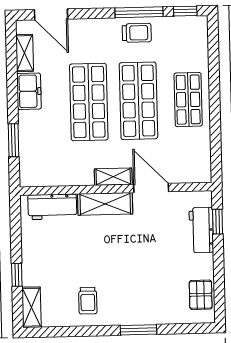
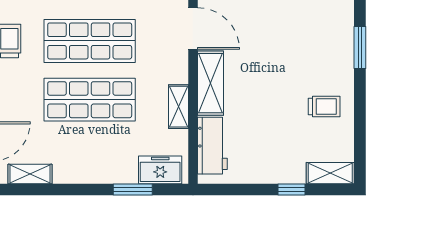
freezer: (29, 91) -> (160, 170), moved
shelving: (113, 177) -> (179, 107), moved
door: (151, 188) -> (193, 28), swing flipped

